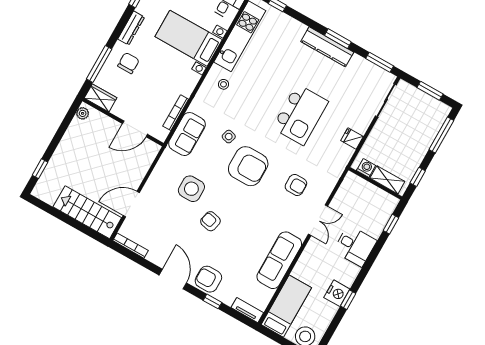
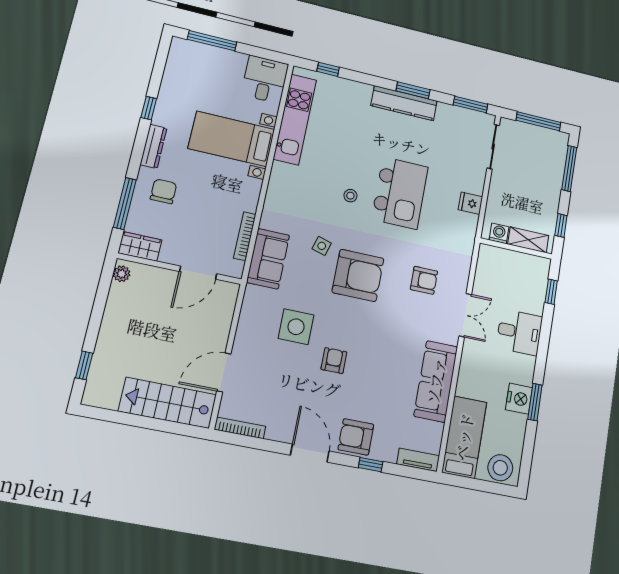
stool: (223, 84) -> (350, 196), moved
window: (430, 91) -> (538, 121), width x1.44
armchair: (210, 221) -> (334, 361), turned 77
window: (348, 300) -> (535, 402), width x1.50

